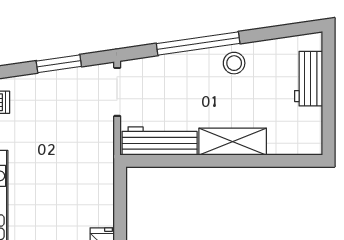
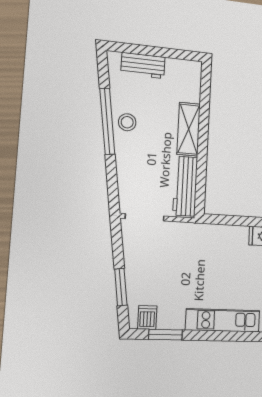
window: (198, 44) -> (107, 121), moved
window: (59, 64) -> (121, 287), moved

